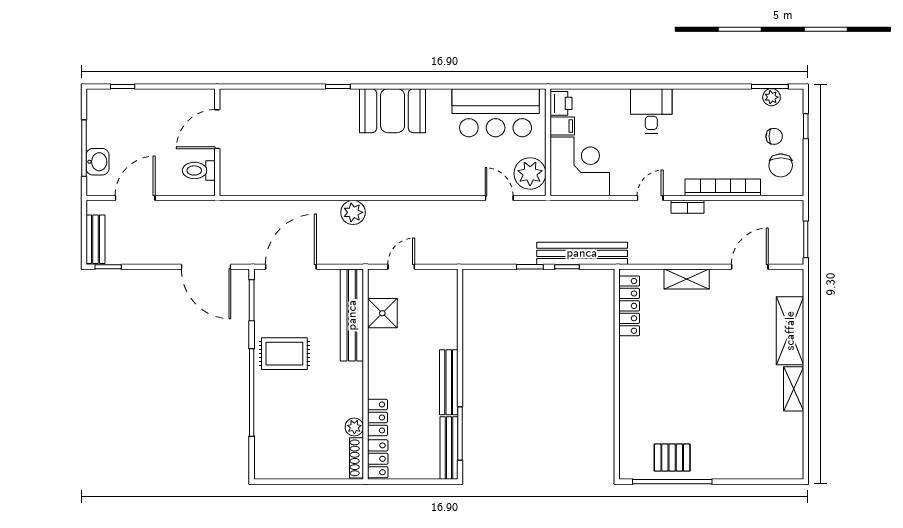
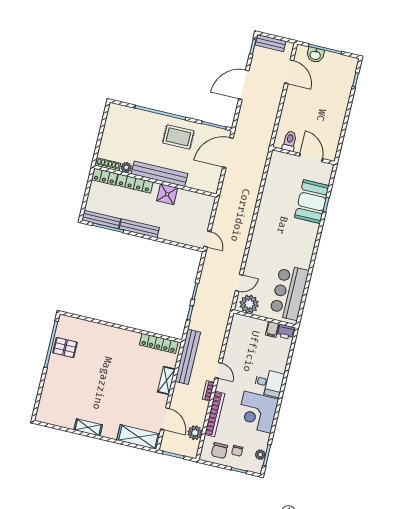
booth: (393, 111) -> (312, 202), moved
door: (217, 129) -> (311, 157), moved
wall: (217, 142) -> (303, 156), moved
chair: (781, 165) -> (219, 451), turned -90
corner desk: (580, 166) -> (258, 412), moved, turned 90
toilet: (199, 170) -> (290, 141), moved
plant: (353, 212) -> (195, 433), moved
bench: (582, 253) -> (188, 357), moved
door: (206, 267) -> (244, 85), moved
door: (291, 267) -> (228, 153), swing flipped
door: (401, 267) -> (207, 239), moved
shower: (382, 313) -> (167, 194), moved
bench: (352, 315) -> (160, 174), moved
shelving: (790, 331) -> (138, 437), moved
rug: (284, 354) -> (178, 137), turned 90
locker: (377, 417) -> (135, 184), width x1.53
pallet: (672, 458) -> (65, 348), turned 90

